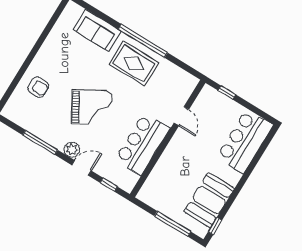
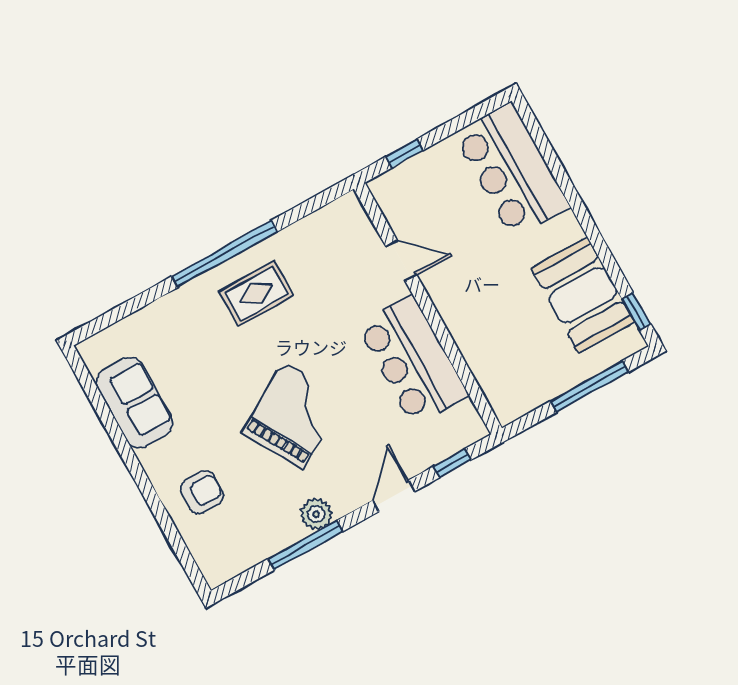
sofa: (97, 30) -> (134, 402), moved, turned -90
rug: (134, 63) -> (256, 294), width x0.73, depth x0.70
plant: (72, 150) -> (316, 514), moved

